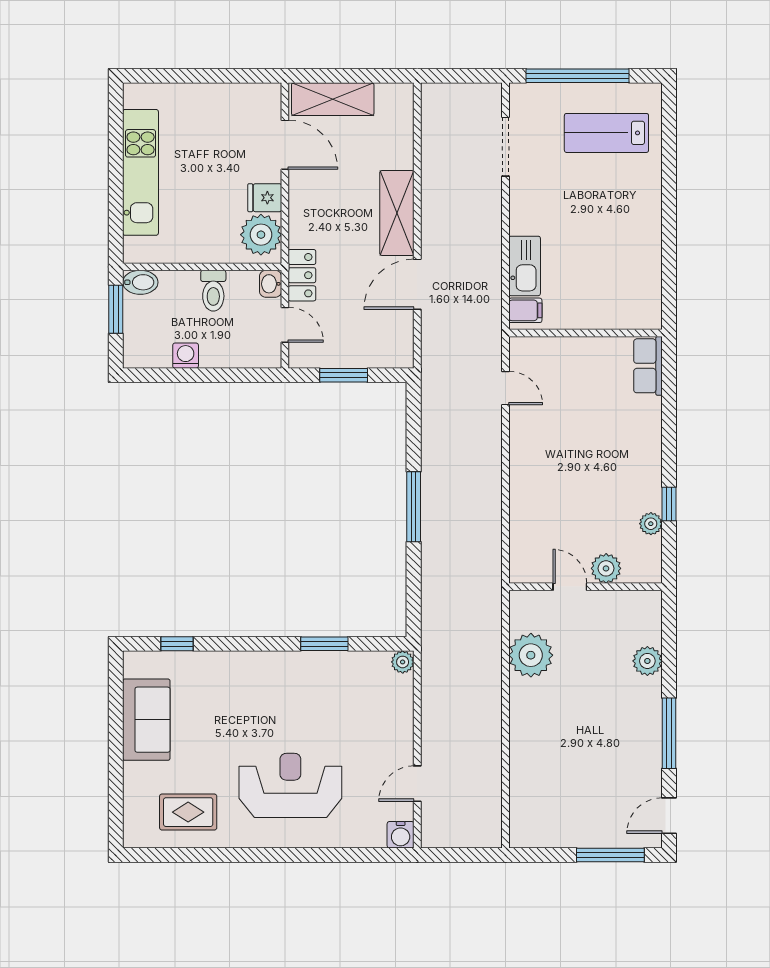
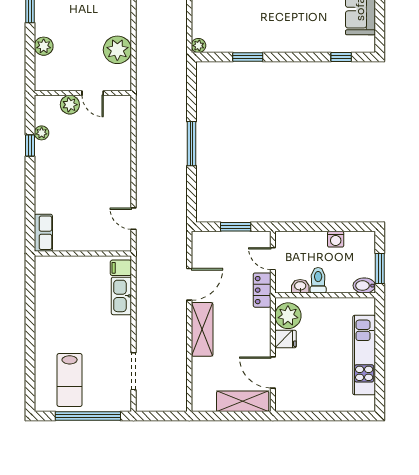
lab bench: (606, 133) -> (70, 380), turned 90
washbasin: (271, 284) -> (300, 286), moved, turned -90

